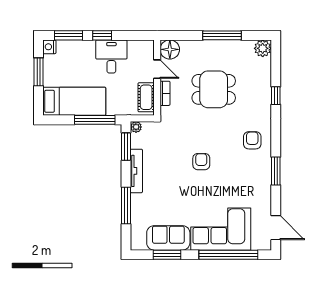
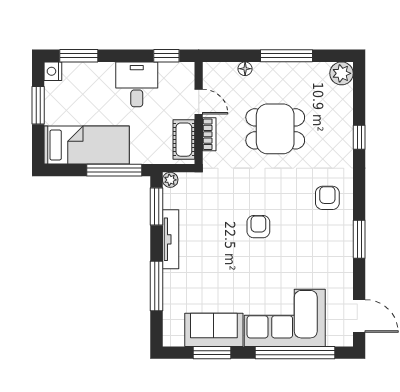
window: (102, 35) -> (166, 56), moved
floor lamp: (170, 49) -> (245, 69), moved, width x0.53, depth x0.53

